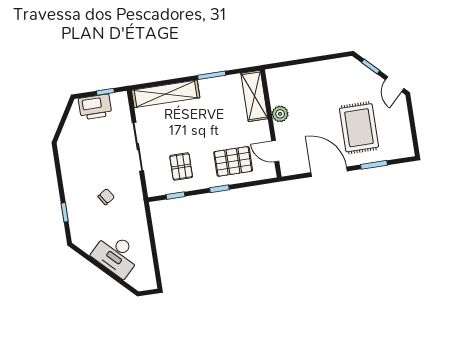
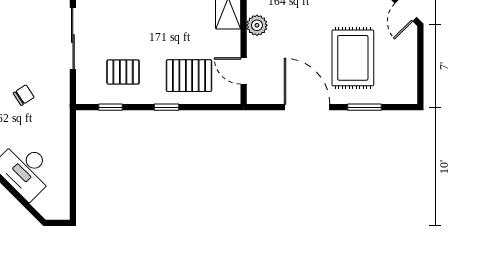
pallet: (181, 167) -> (123, 72), turned 90

